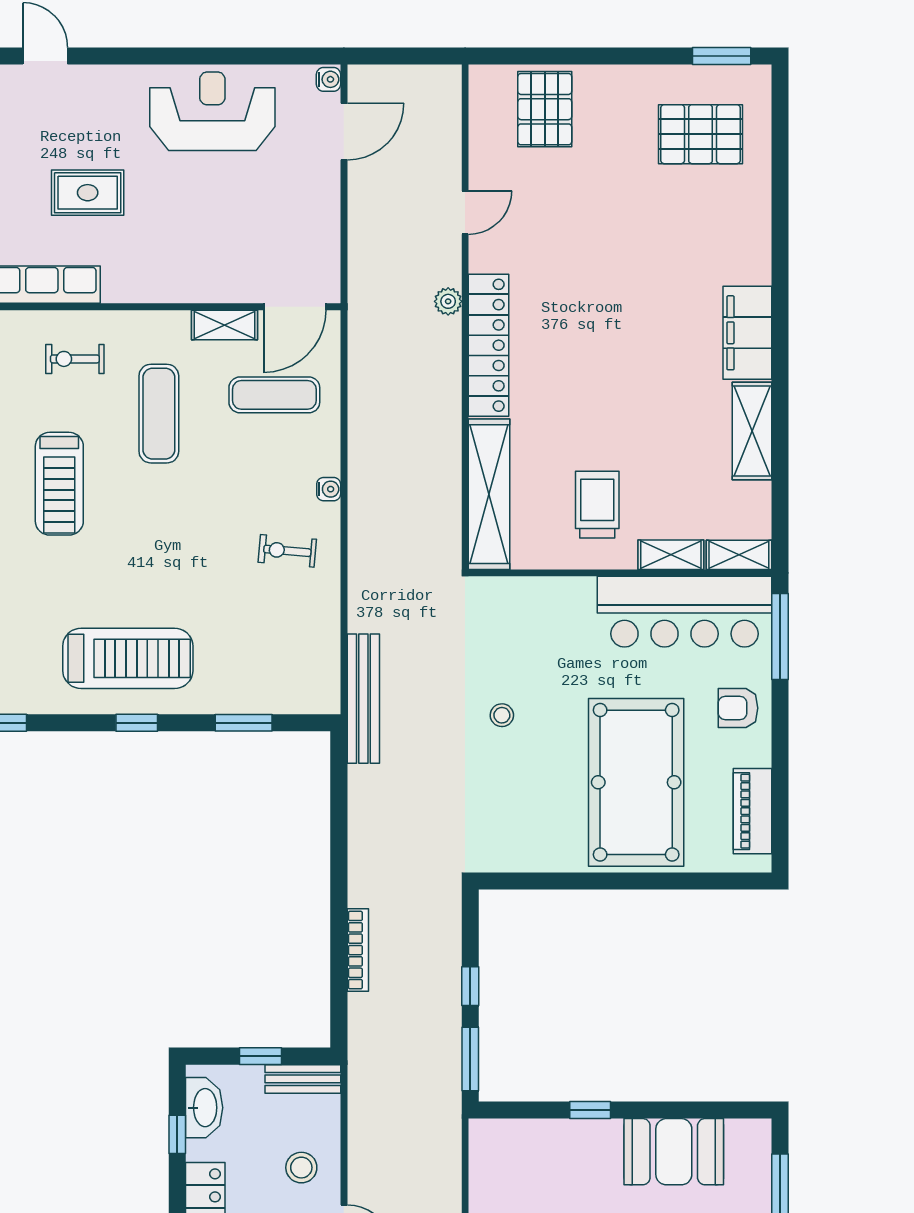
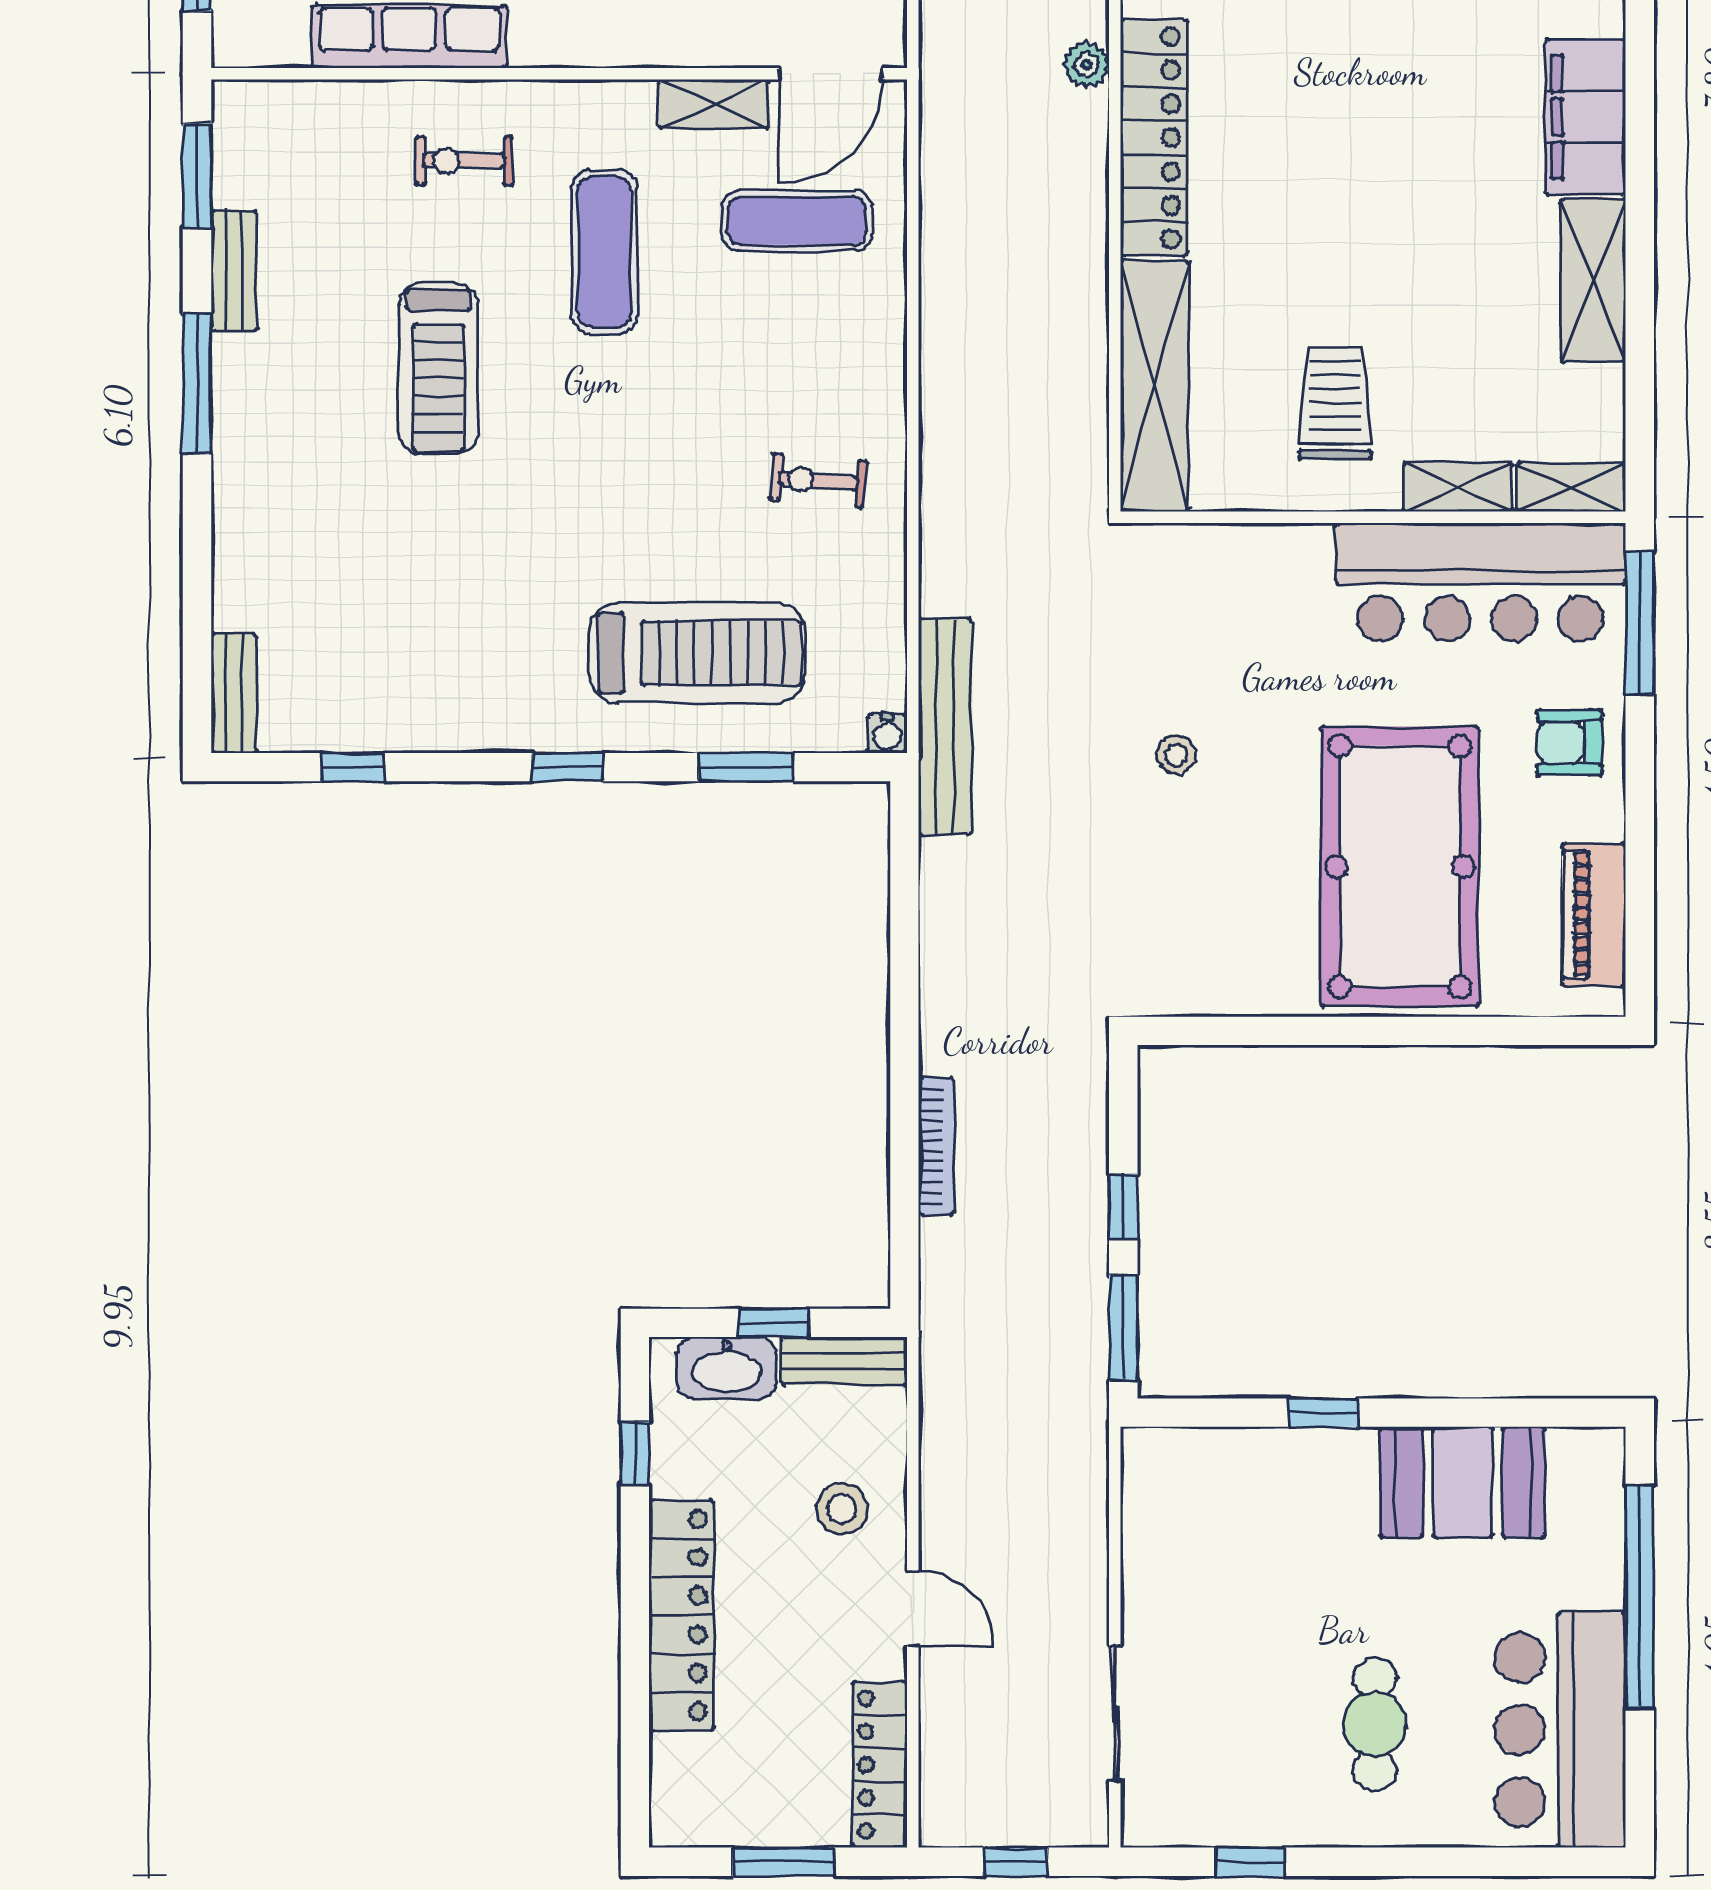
water cooler: (329, 489) -> (887, 733), moved, turned 90
treadmill: (128, 658) -> (697, 653), moved
washbasin: (204, 1108) -> (727, 1368), moved, turned 90

